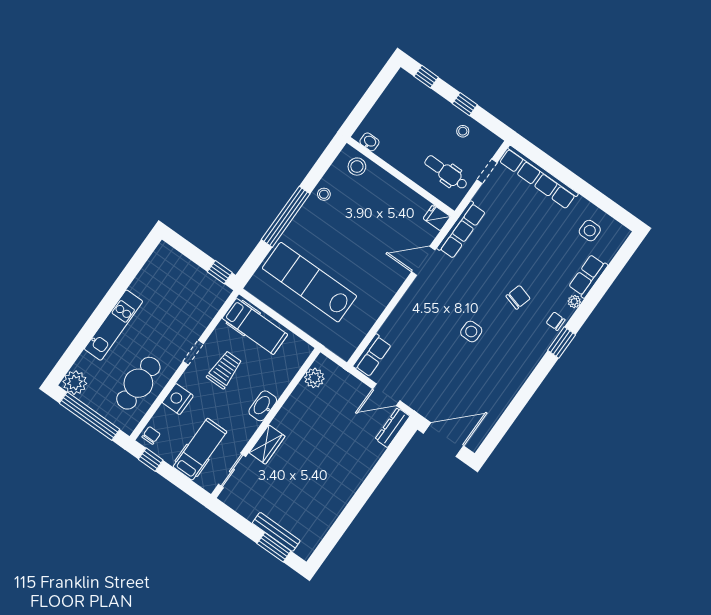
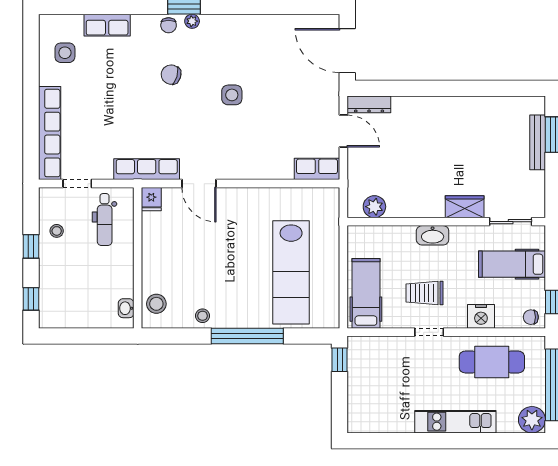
plant: (574, 302) -> (192, 21), moved

